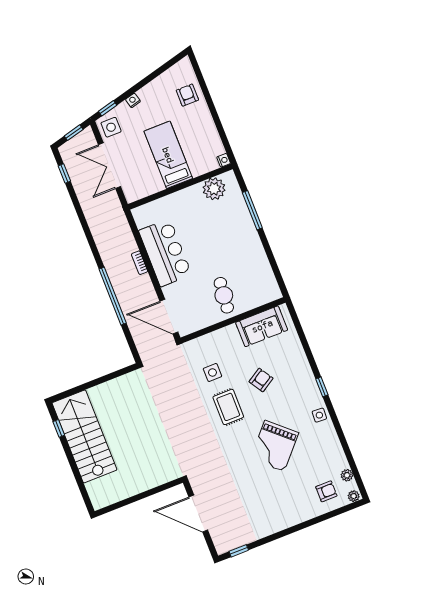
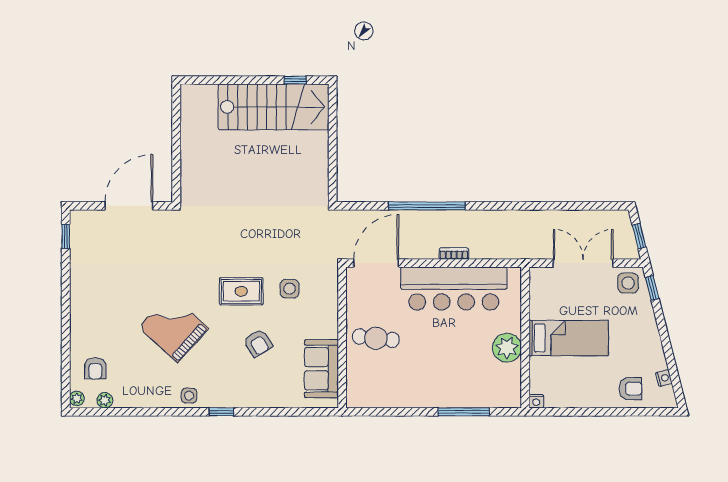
nightstand: (133, 100) -> (664, 378), moved
window: (64, 174) -> (595, 206), removed
plant: (214, 189) -> (507, 348), moved
bar counter: (165, 253) -> (454, 289), width x1.36

